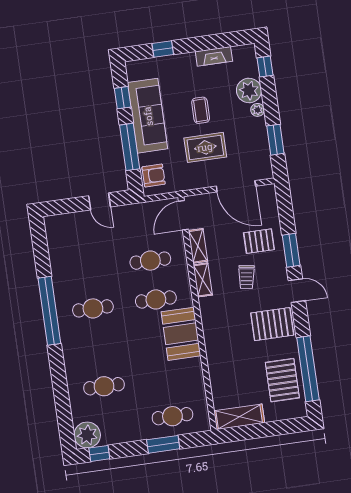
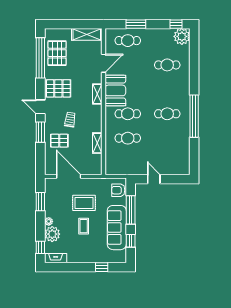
fireplace: (214, 56) -> (56, 258), moved
door: (183, 215) -> (103, 63), moved
shelving: (203, 280) -> (97, 94), moved

